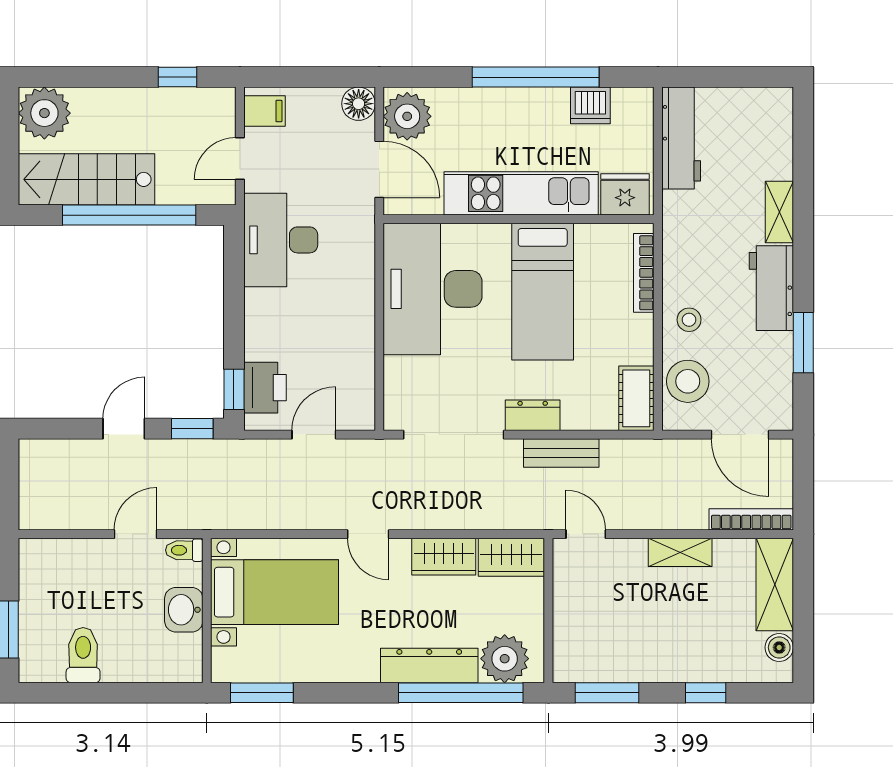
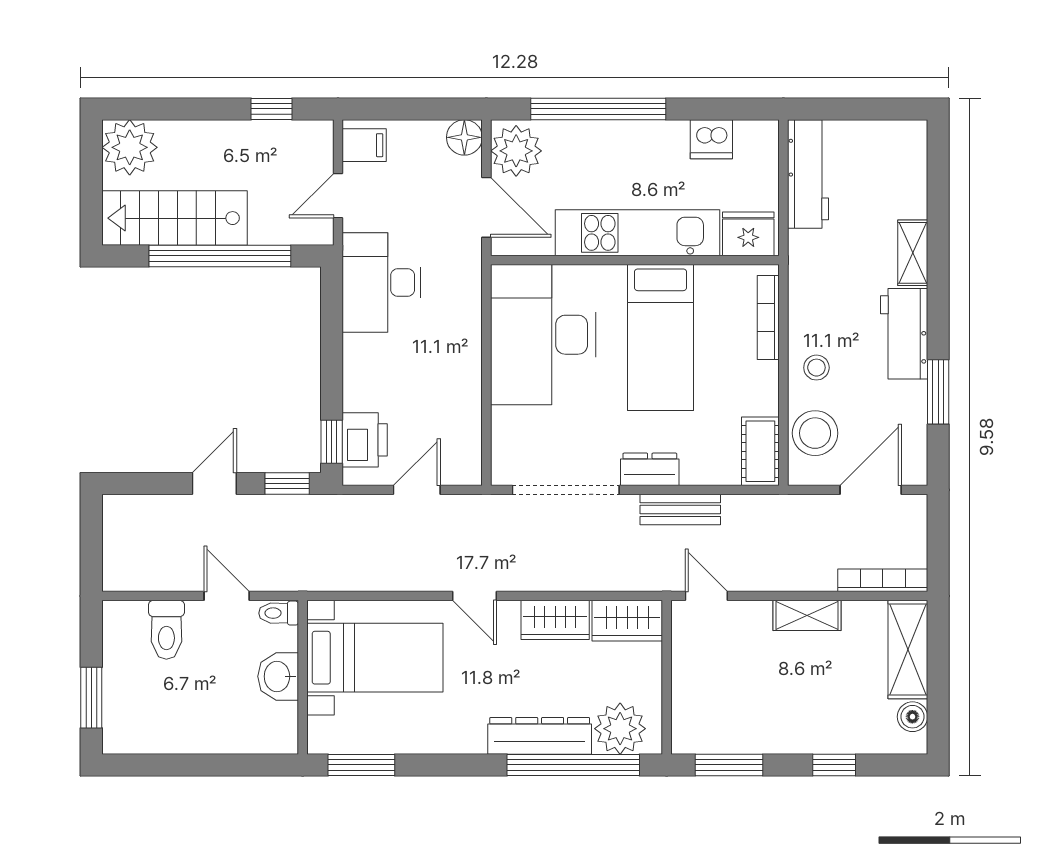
window: (536, 77) -> (598, 109), moved
door: (740, 435) -> (871, 490), swing flipped
door: (135, 534) -> (227, 596), hinge flipped
toilet: (83, 655) -> (166, 630), moved, turned 180

